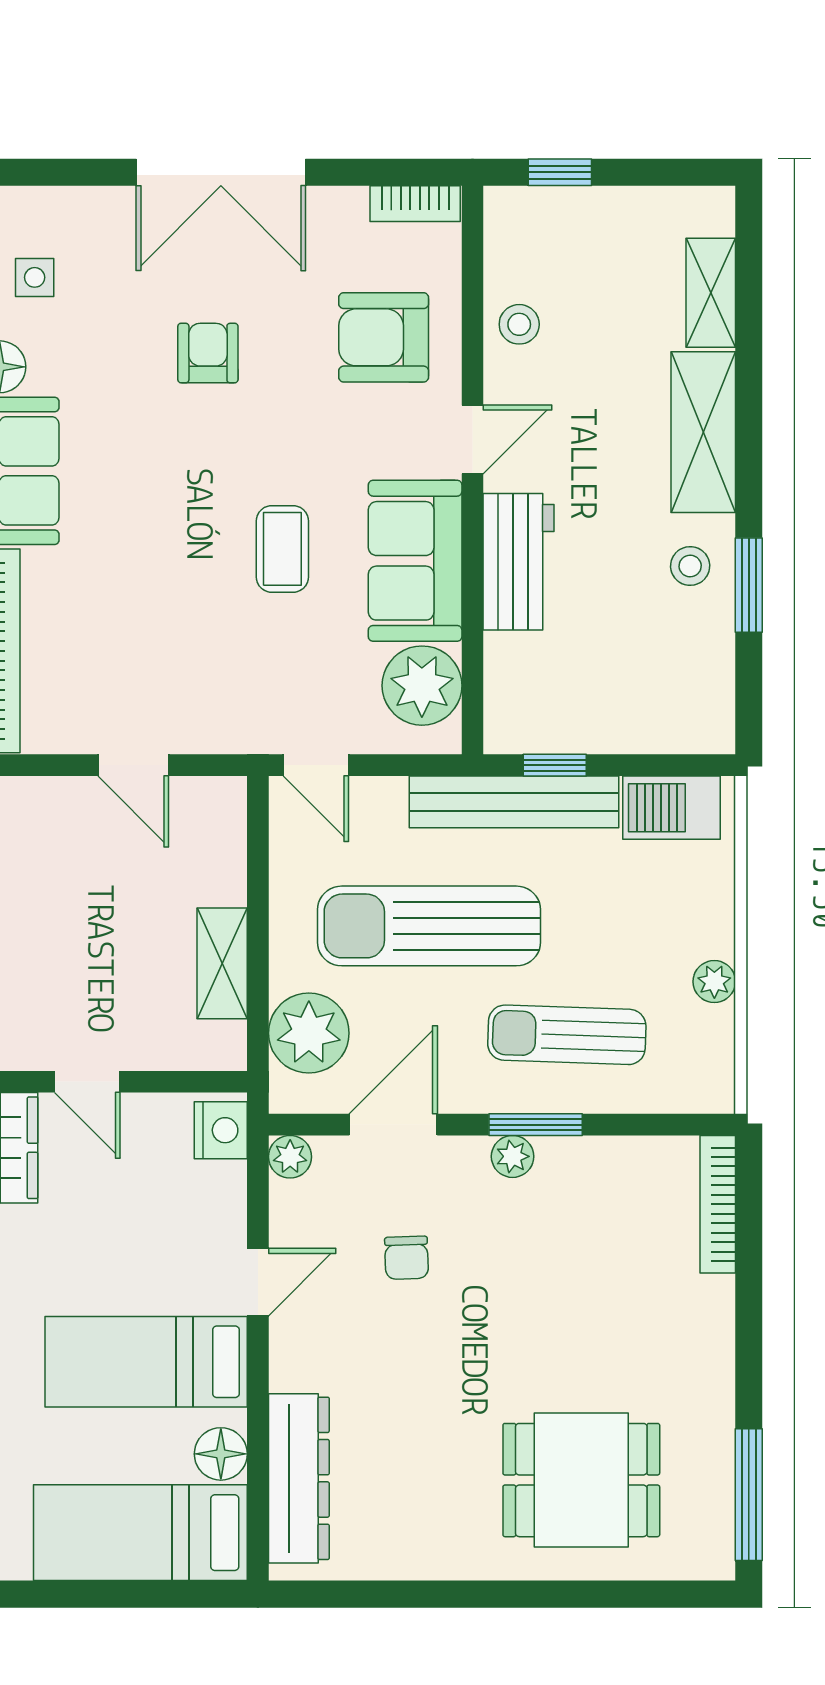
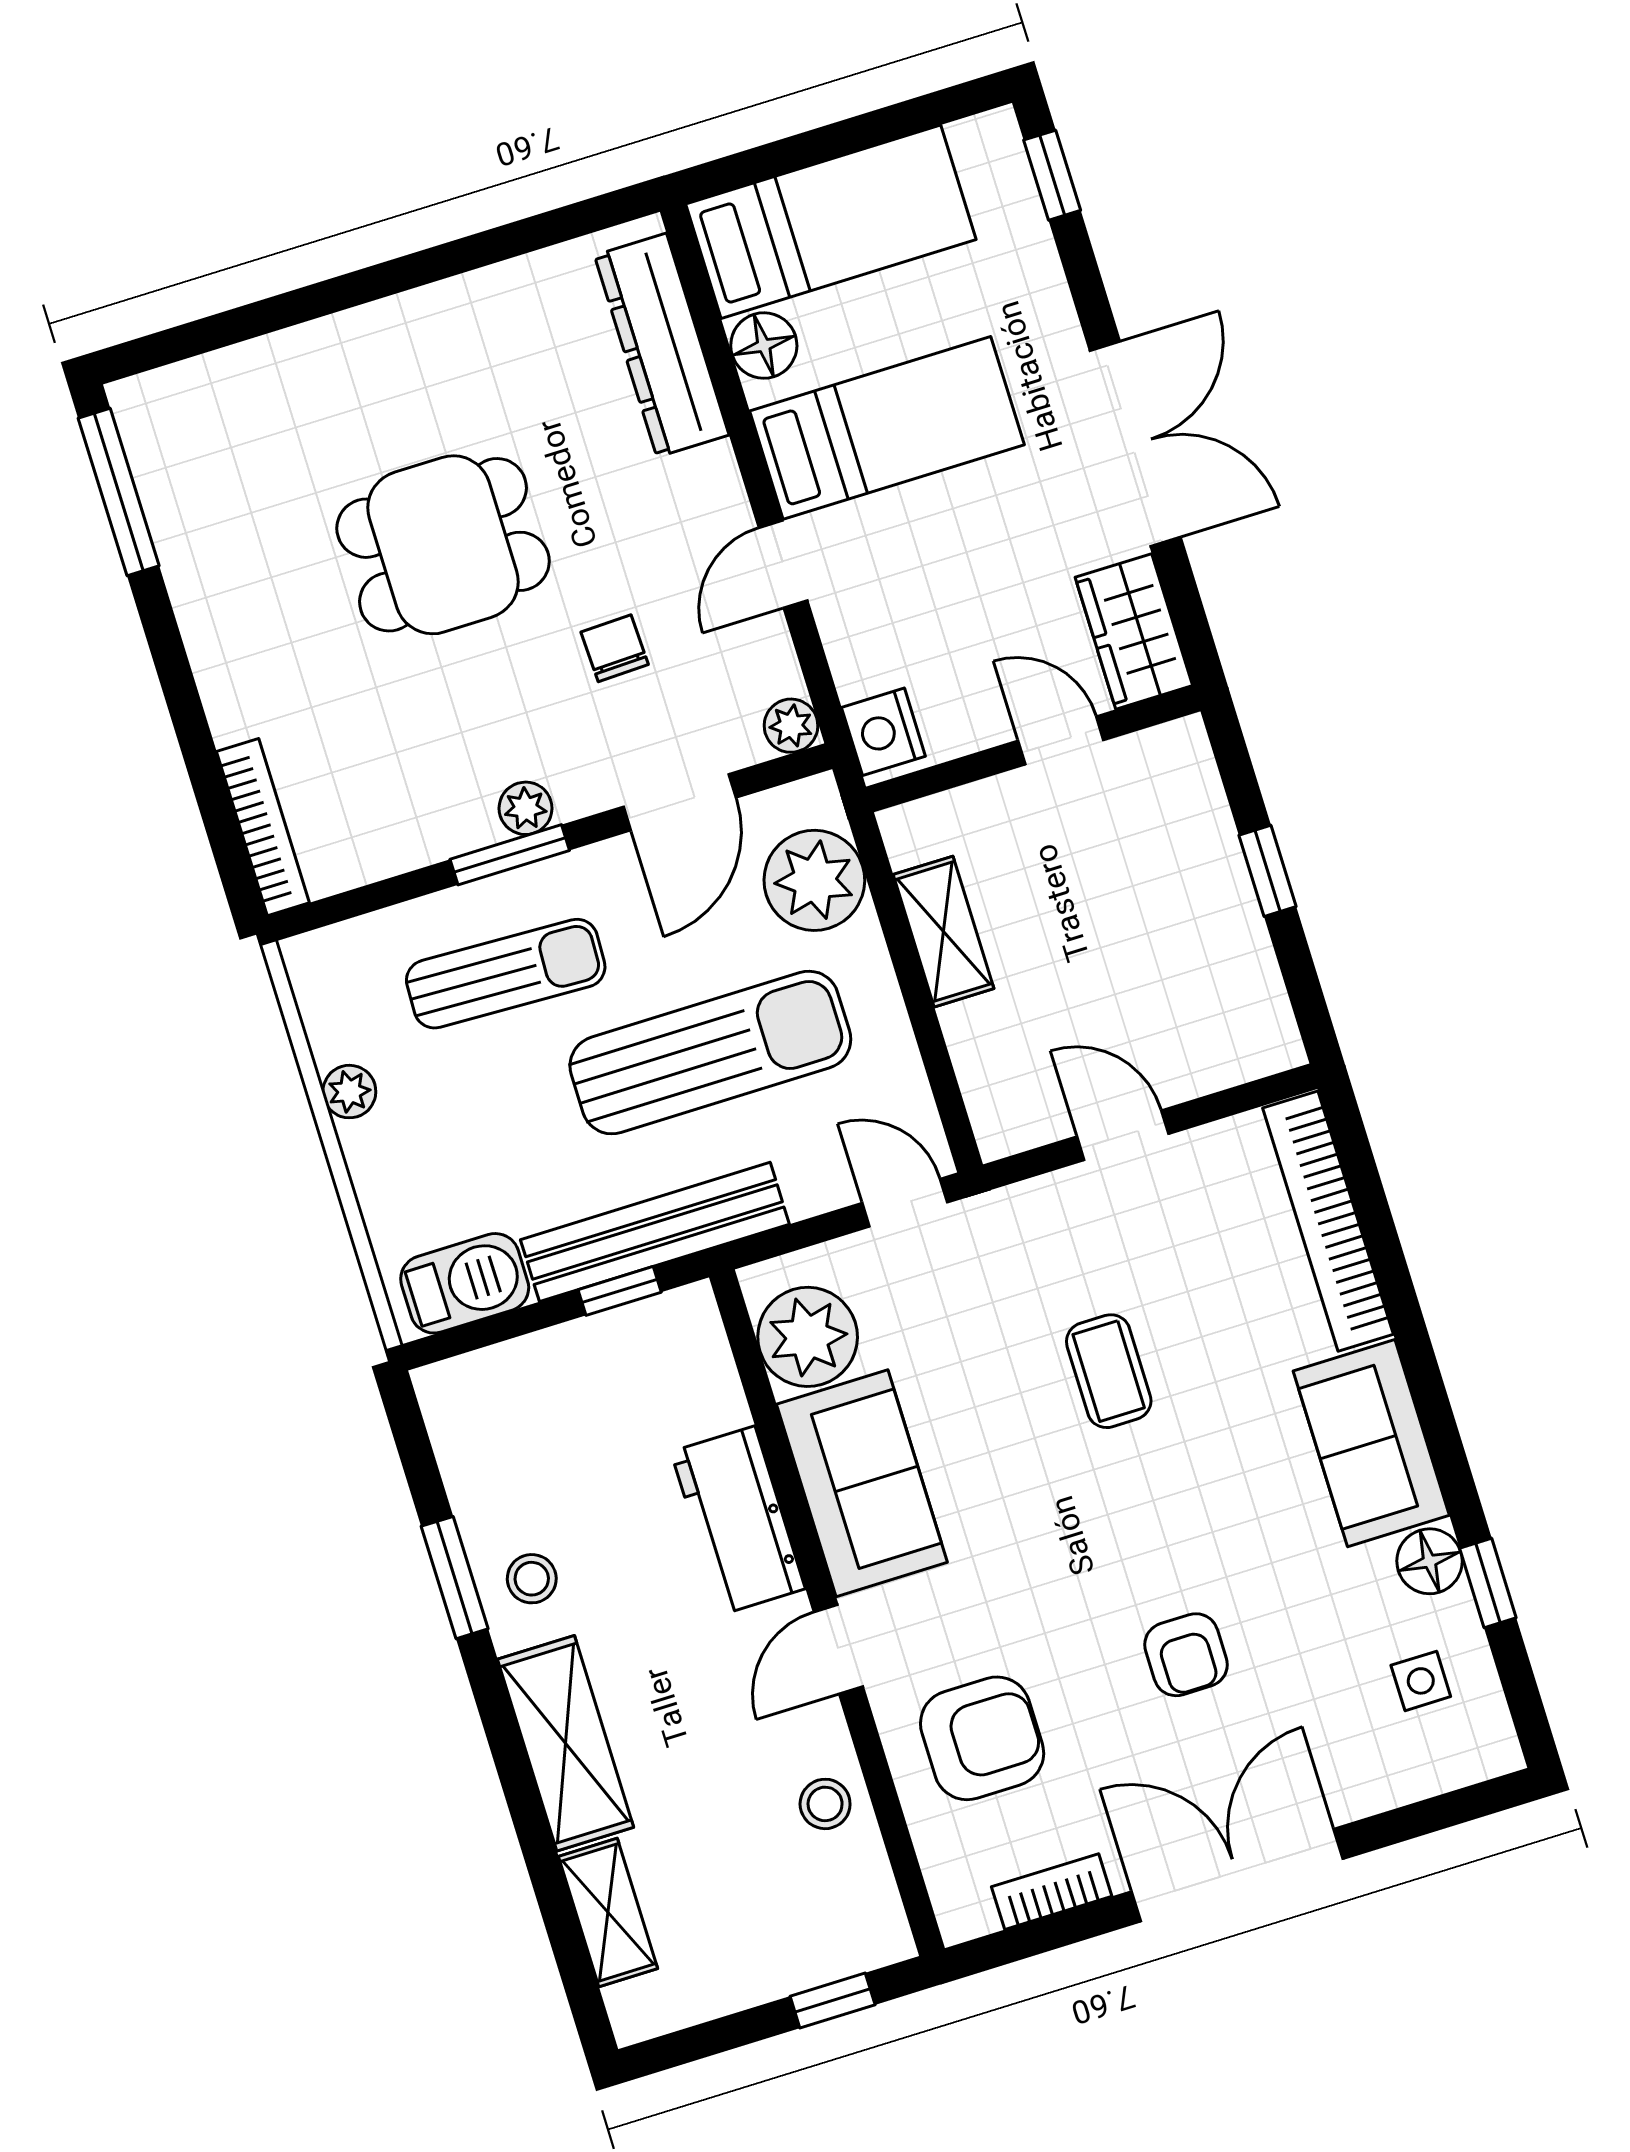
bookcase: (415, 204) -> (1052, 1892), moved
coffee table: (282, 549) -> (1109, 1371), moved
dining table: (581, 1480) -> (443, 545), moved

